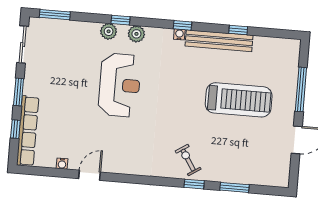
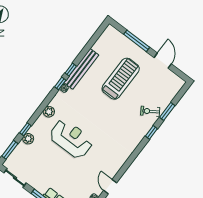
window: (120, 20) -> (25, 129), moved
window: (238, 30) -> (71, 70), moved
plant: (109, 31) -> (28, 139), moved
exercise bike: (188, 160) -> (150, 111), moved

